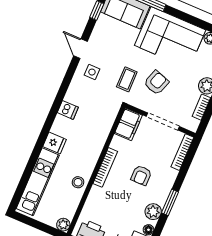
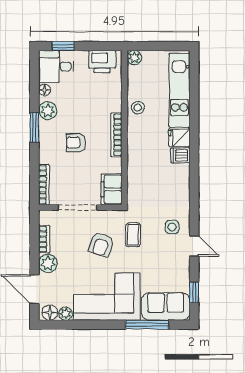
dishwasher: (68, 110) -> (180, 155), moved
armchair: (141, 175) -> (76, 143), turned -90

